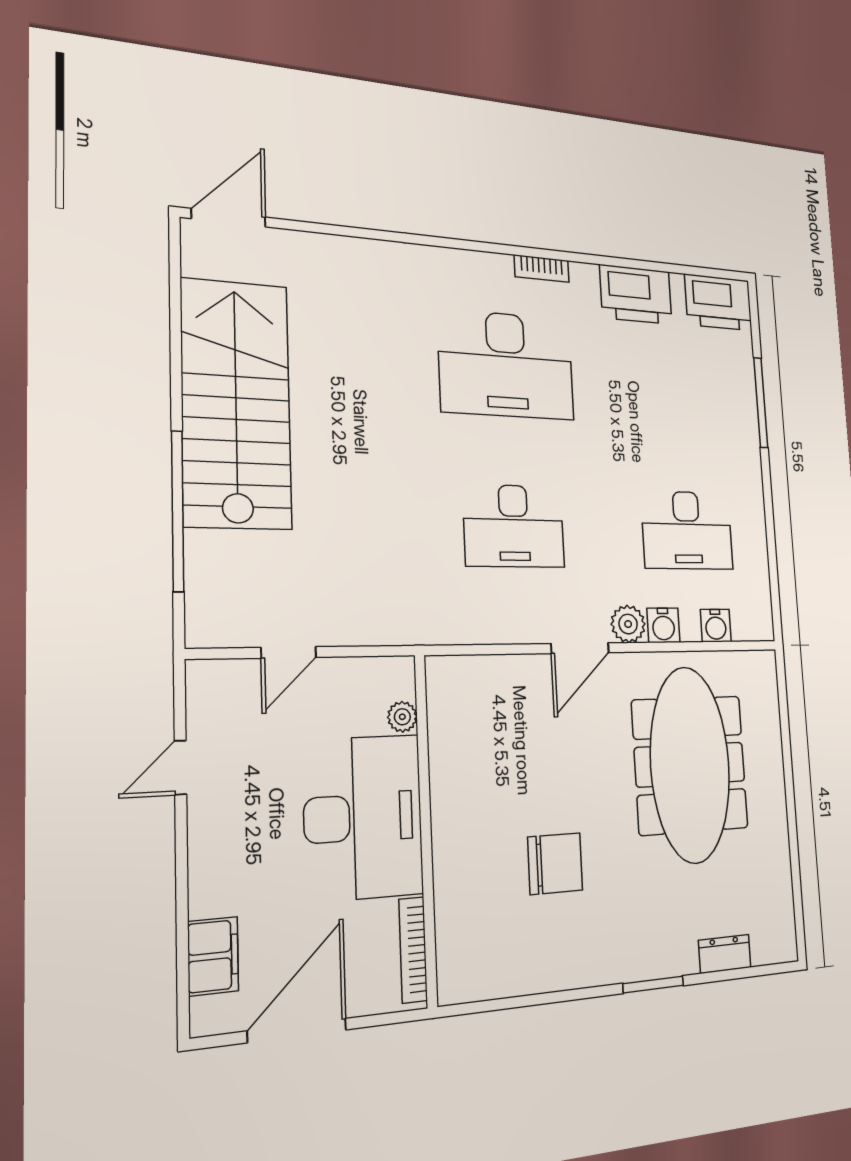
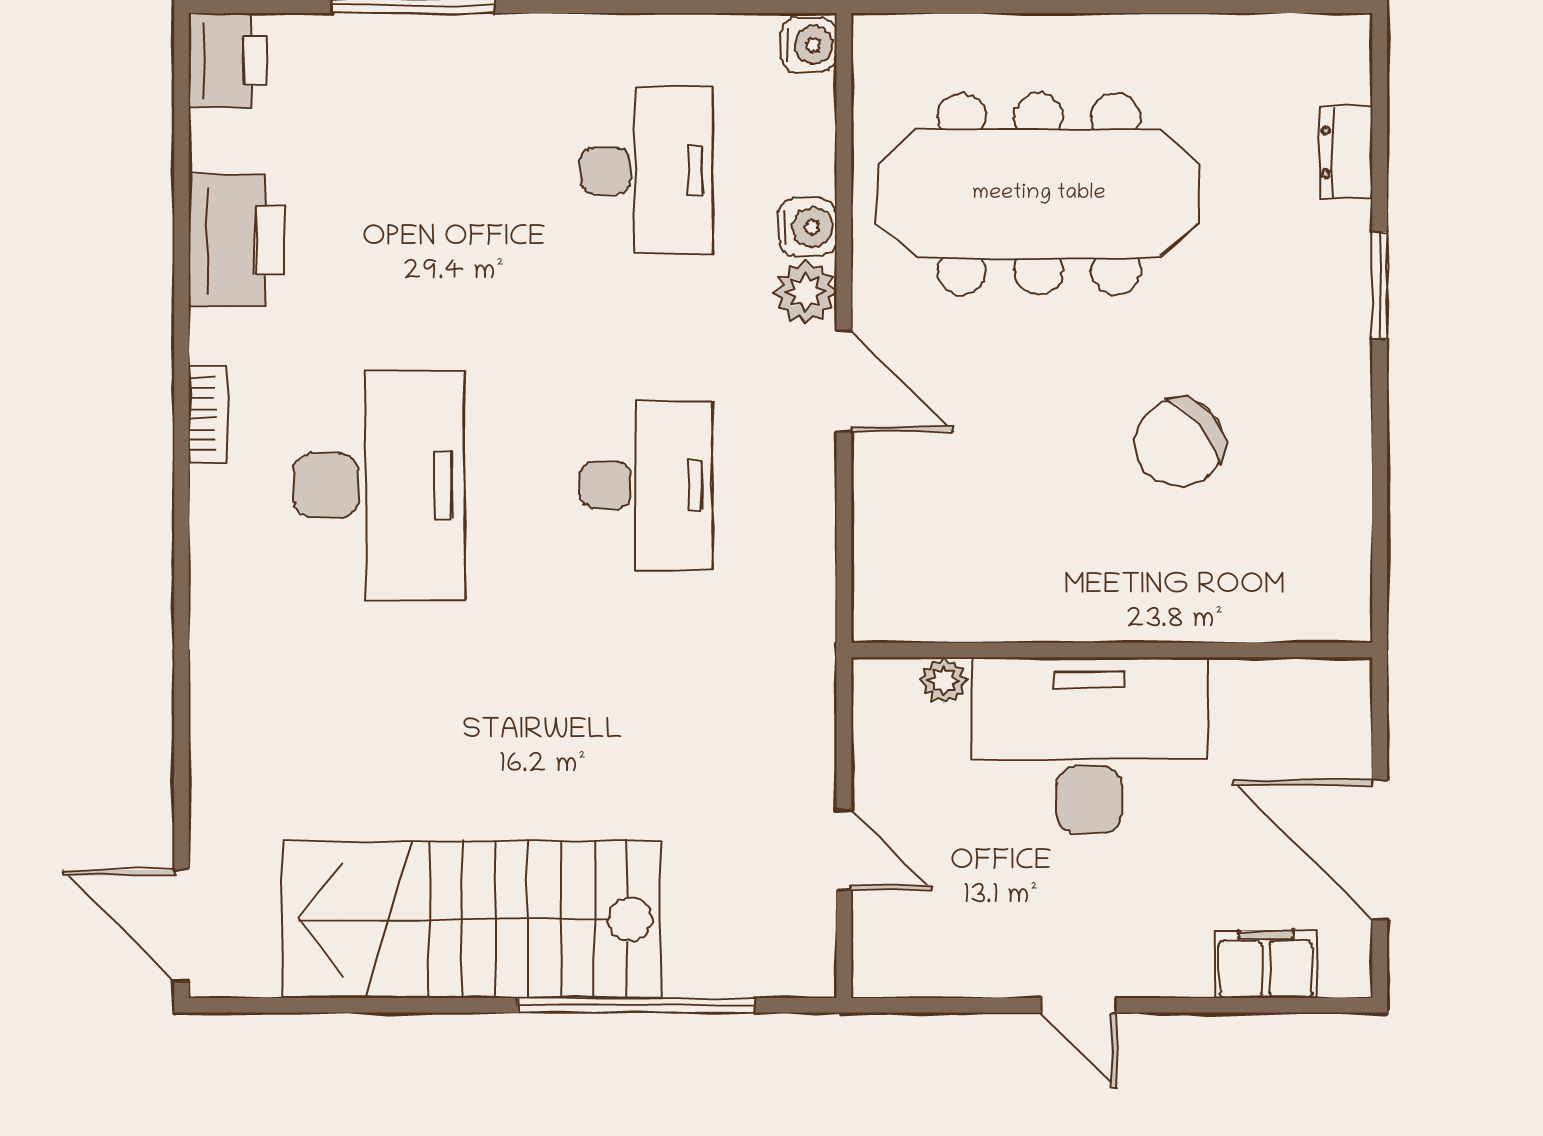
printer: (718, 302) -> (228, 60), width x0.73, depth x0.84
water cooler: (716, 626) -> (809, 45), moved
door: (180, 768) -> (1079, 1005), moved
chair: (555, 864) -> (1180, 443), turned -131
bookcase: (413, 950) -> (1286, 676), removed

